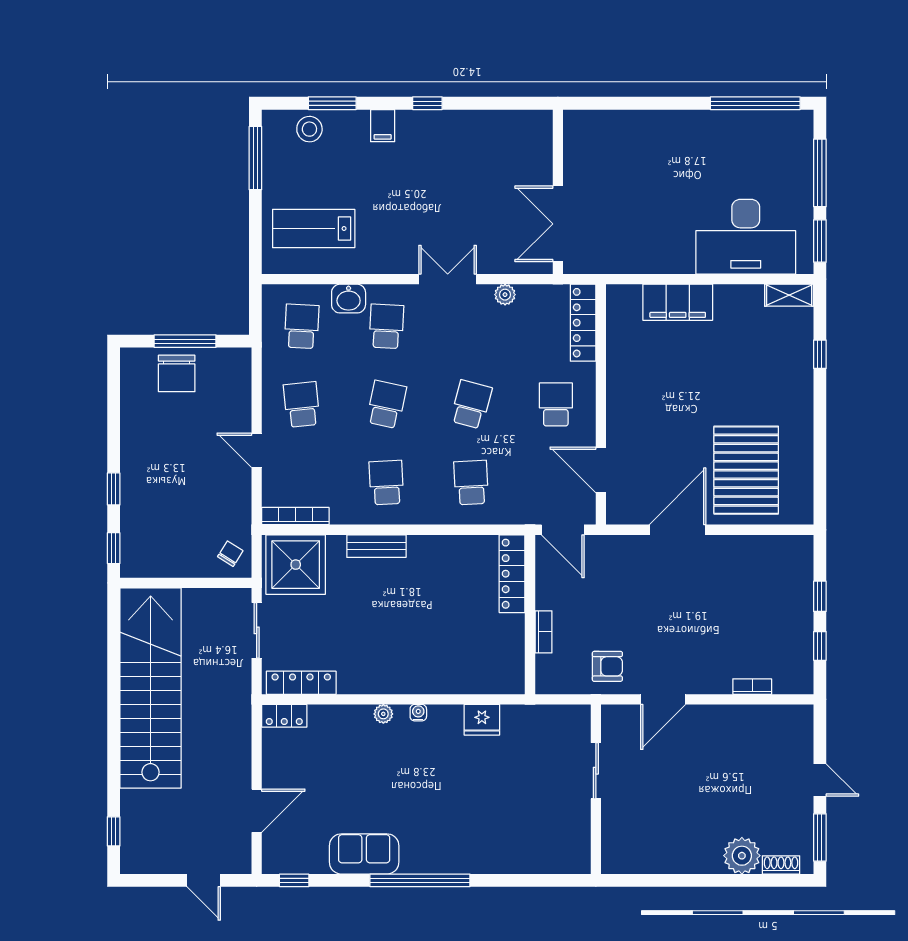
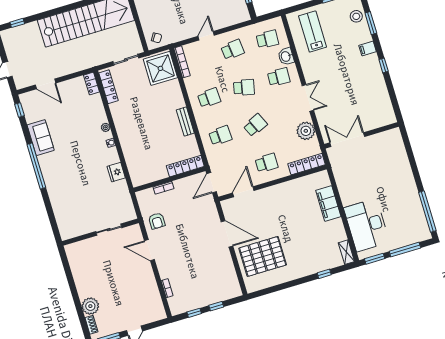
plant: (505, 295) -> (306, 131), width x1.88, depth x1.88
school desk: (471, 404) -> (255, 125), turned -39
bench: (376, 546) -> (185, 121), moved

